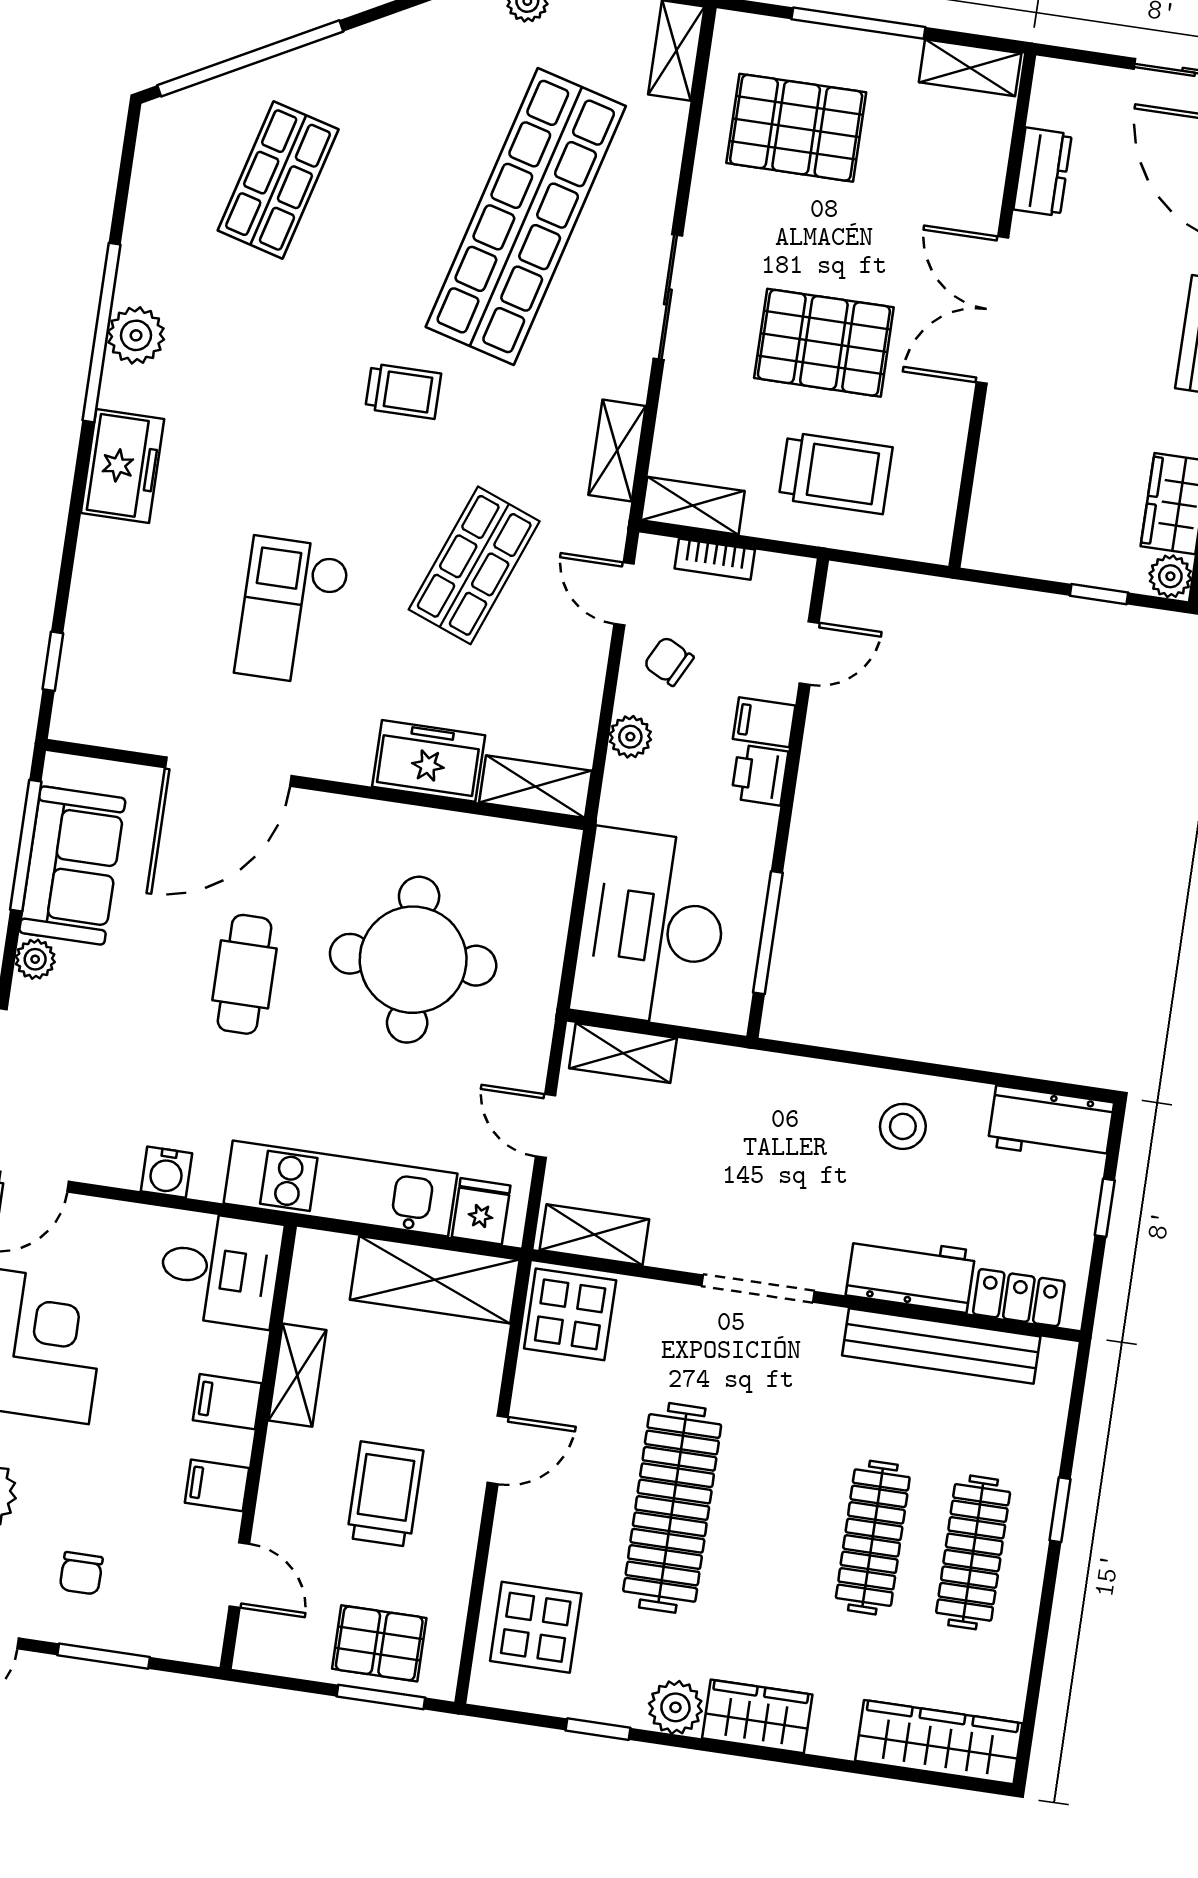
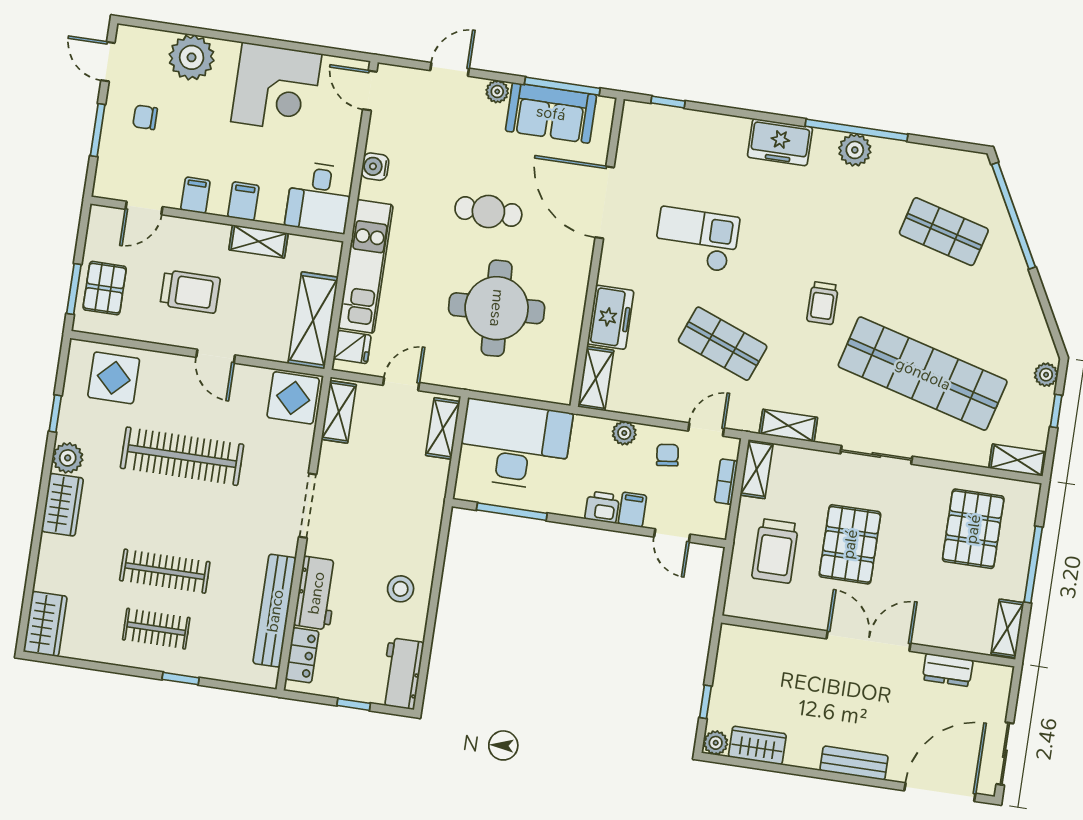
chair: (669, 661) -> (667, 455), turned -34
clothes rail: (973, 1552) -> (156, 629), width x0.73
wardrobe: (939, 1742) -> (45, 624), width x0.67

